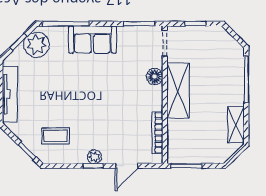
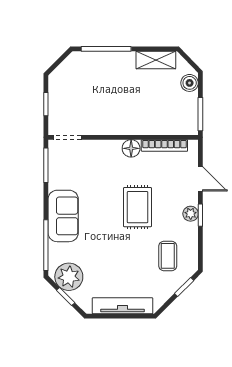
floor lamp: (155, 77) -> (131, 148), moved
shelving: (178, 91) -> (119, 123), removed
rug: (101, 108) -> (138, 207), added
boiler: (215, 156) -> (190, 83), added

